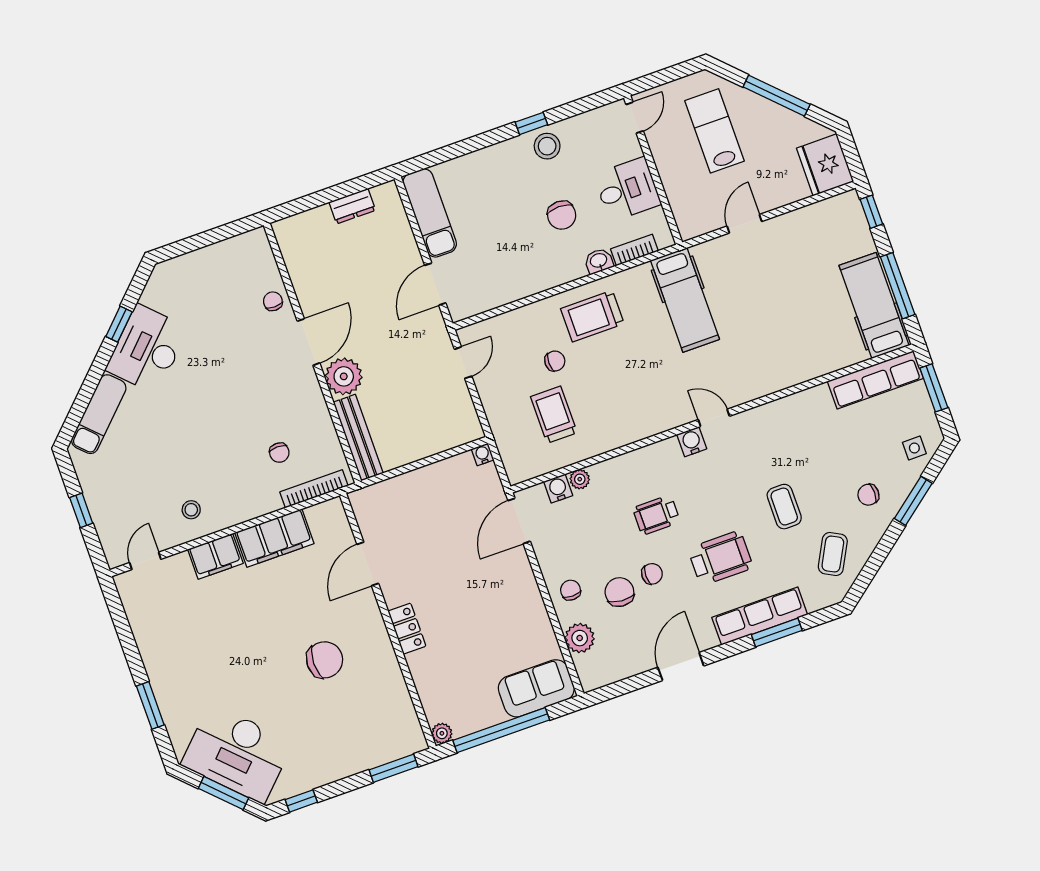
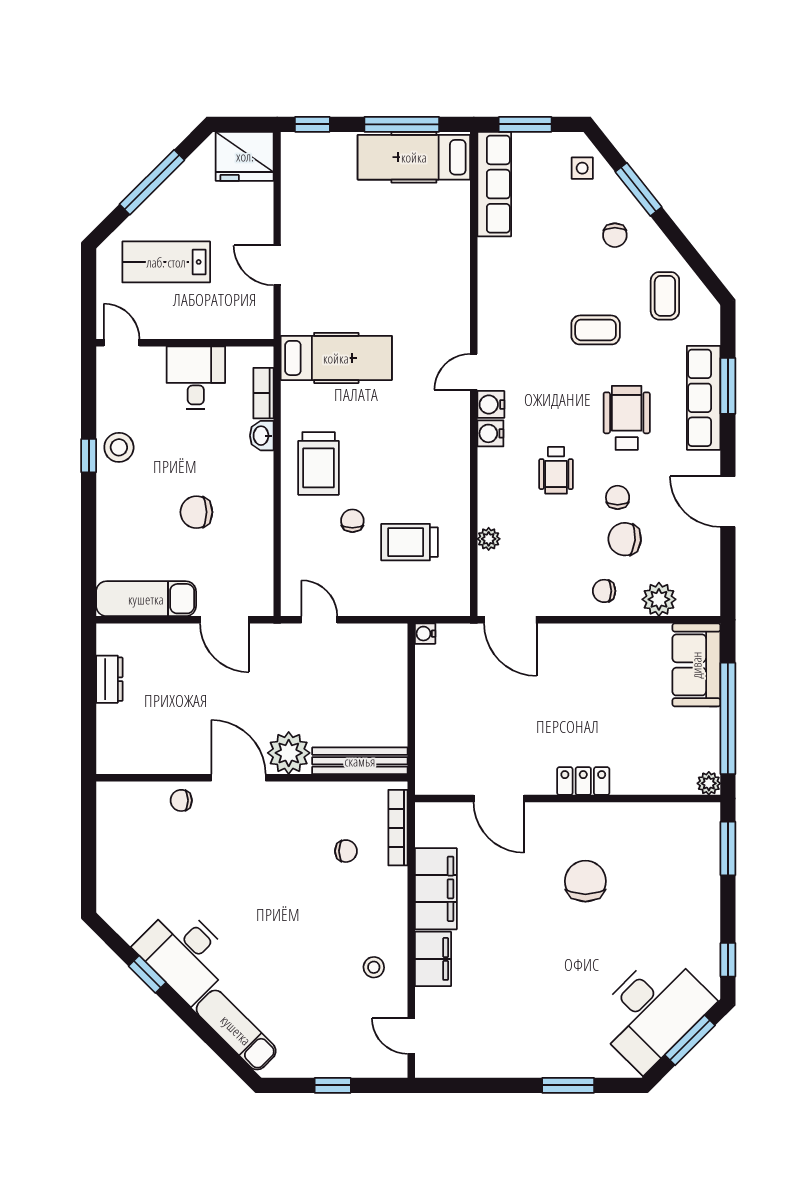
chair: (562, 215) -> (196, 512), moved, turned 180
water cooler: (558, 489) -> (490, 433), moved
coffee table: (833, 554) -> (665, 296), turned 62

